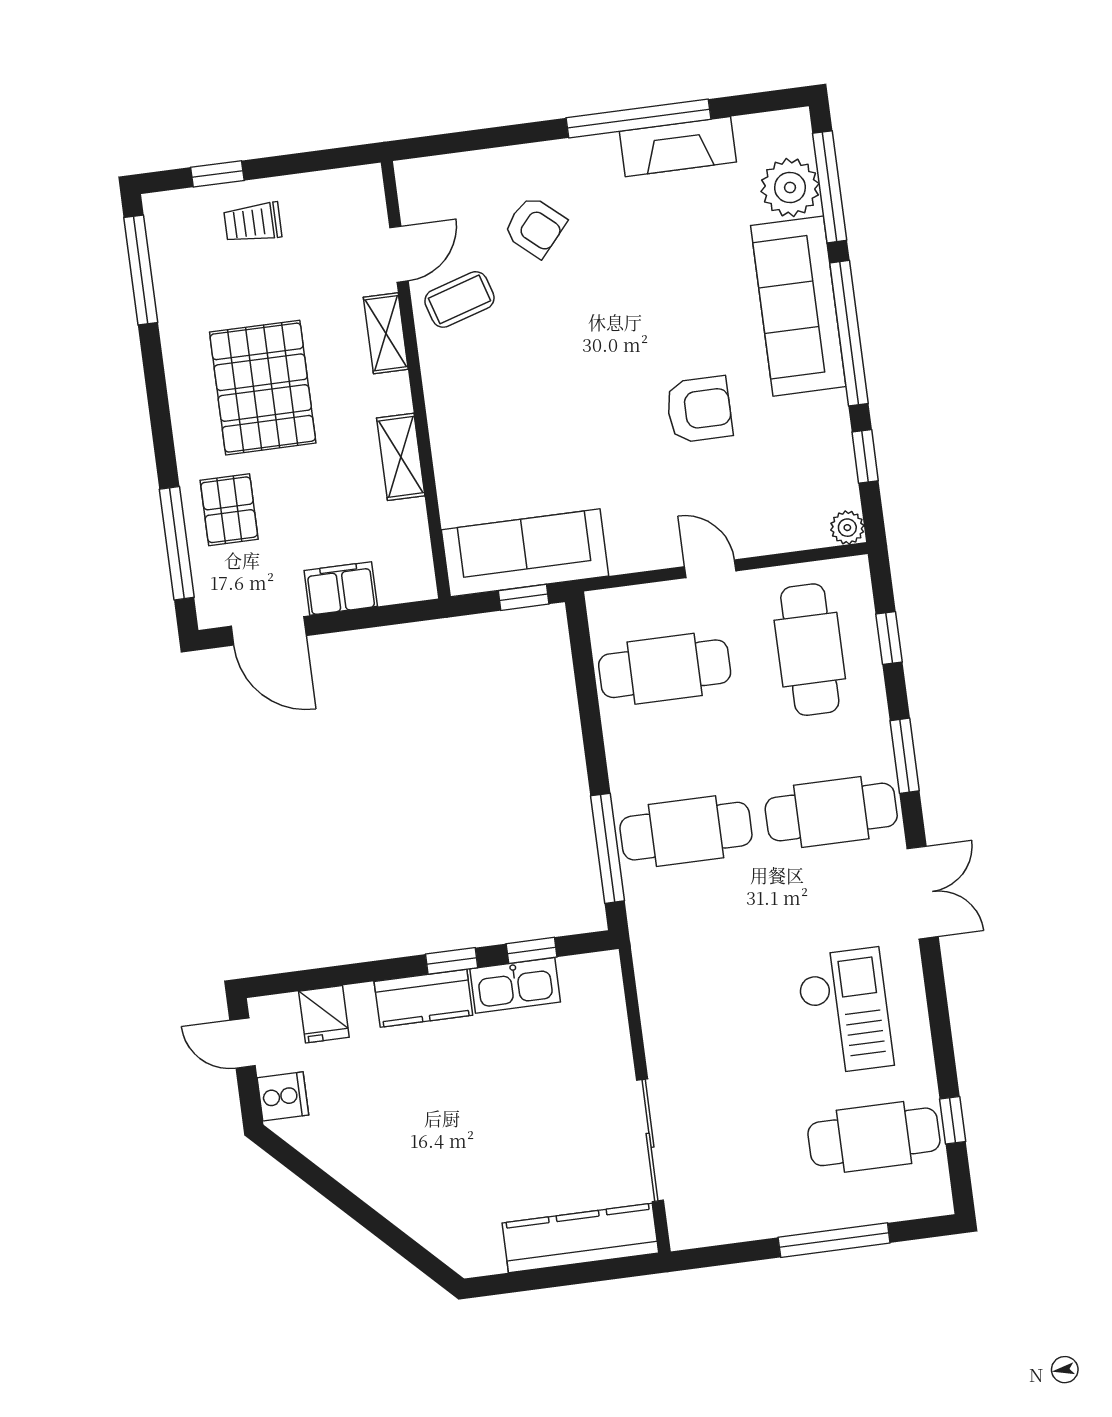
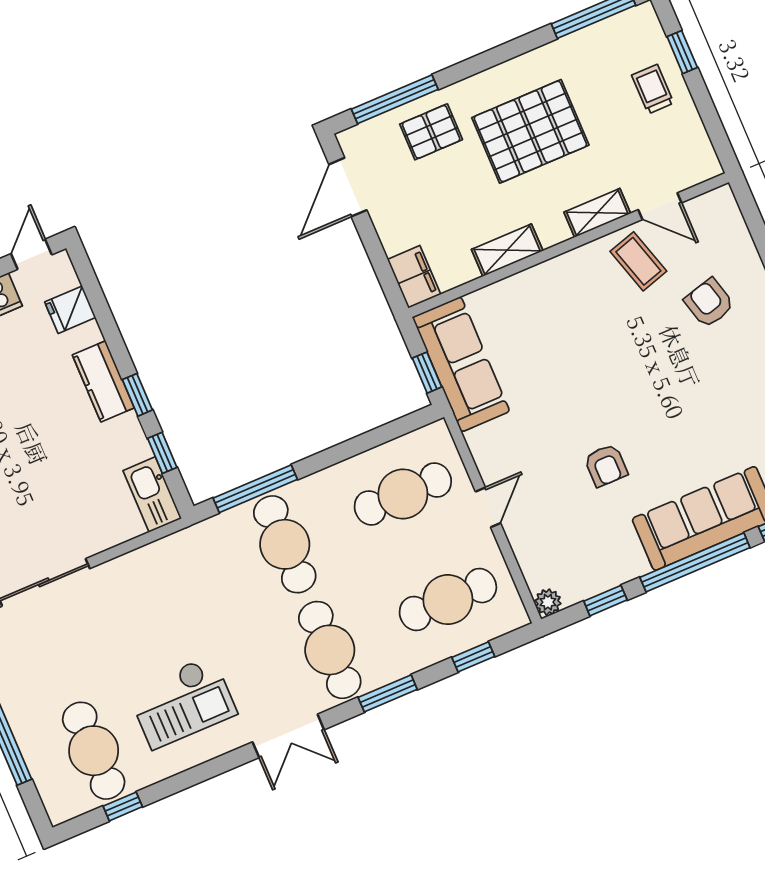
armchair: (535, 227) -> (709, 303), turned 124
armchair: (699, 409) -> (606, 465), width x0.72, depth x0.72
filing cabinet: (341, 588) -> (414, 277), moved
cafe table: (665, 669) -> (403, 494), turned 90
kitchen sink: (515, 985) -> (152, 495), moved

